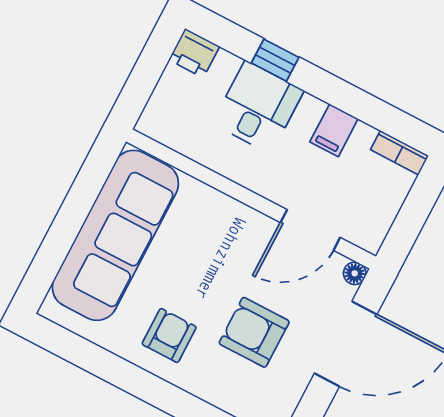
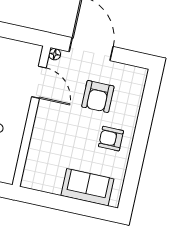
sofa: (115, 235) -> (87, 187), width x0.54, depth x0.79

